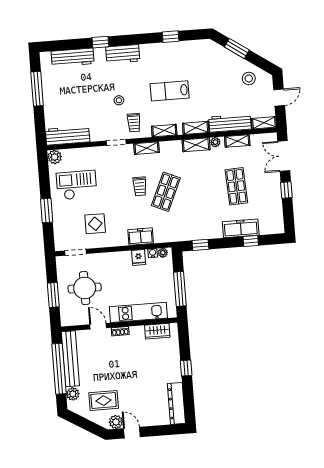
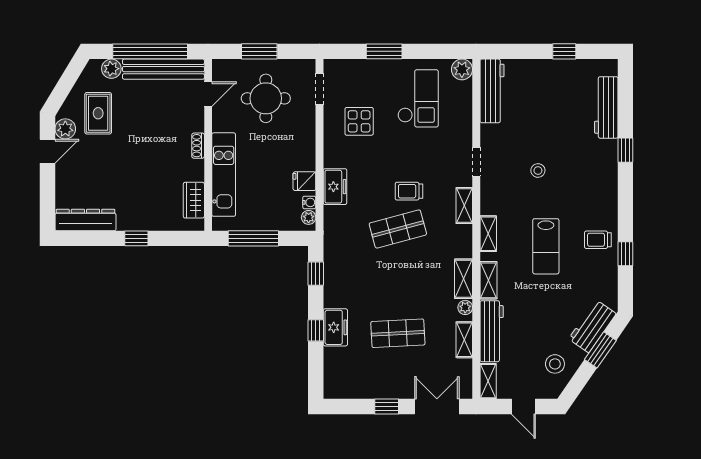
workbench: (123, 54) -> (592, 326), moved, turned 35
window: (37, 89) -> (564, 51), width x0.46
lab bench: (170, 91) -> (546, 246), turned 180
trolley: (134, 123) -> (598, 240), moved
shop shelf: (166, 192) -> (398, 229), turned -39
freezer: (241, 228) -> (335, 327), width x0.71
window: (251, 241) -> (316, 330), moved
door: (98, 326) -> (208, 94), moved

